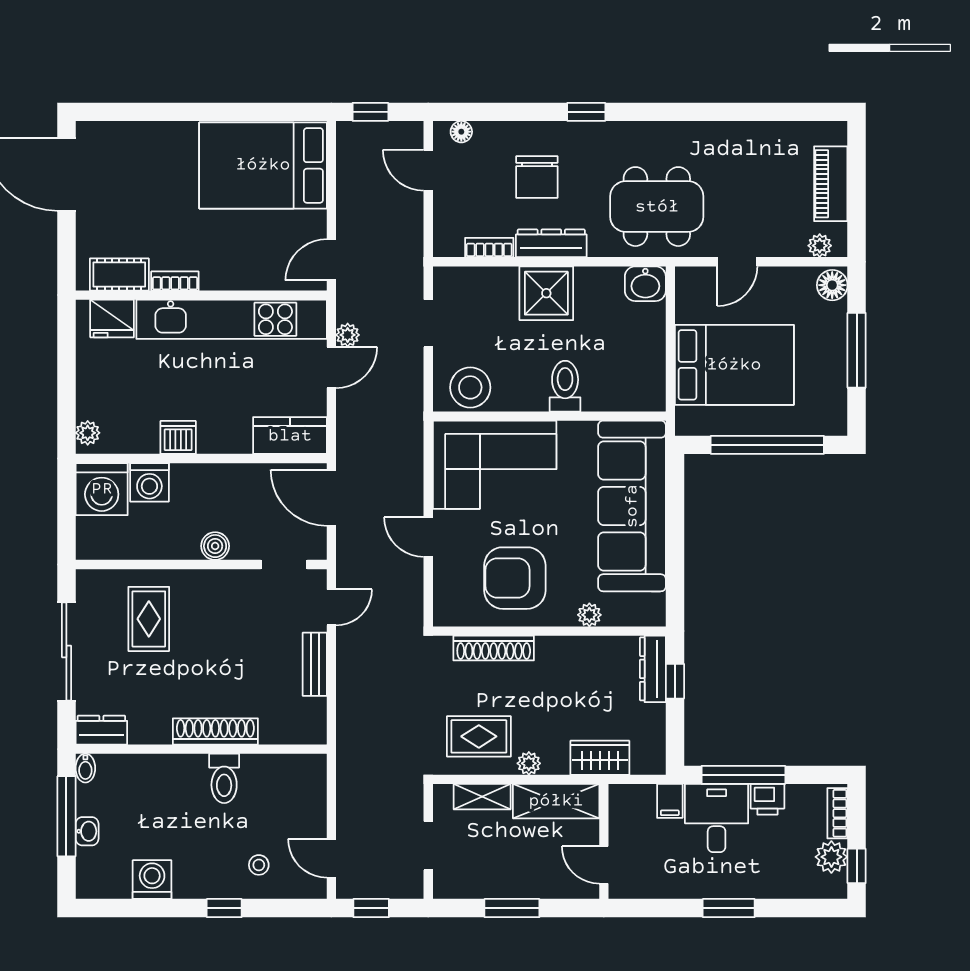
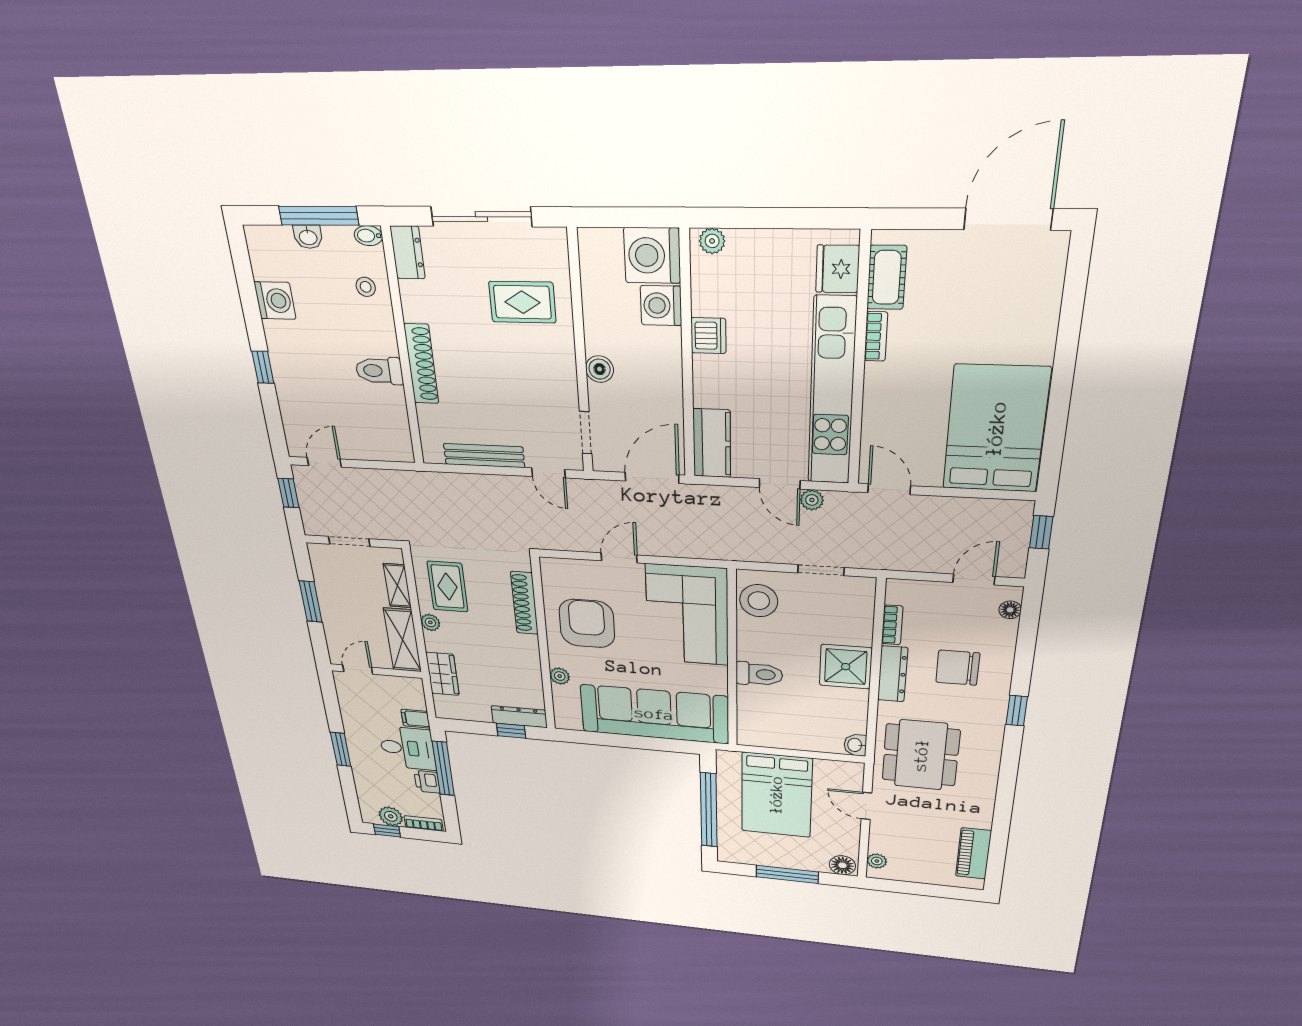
piano: (831, 184) -> (973, 853), moved, turned -90
washbasin: (645, 284) -> (855, 745), width x0.72, depth x0.69
bench: (315, 664) -> (484, 456), width x1.36
stool: (259, 865) -> (366, 287), moved

